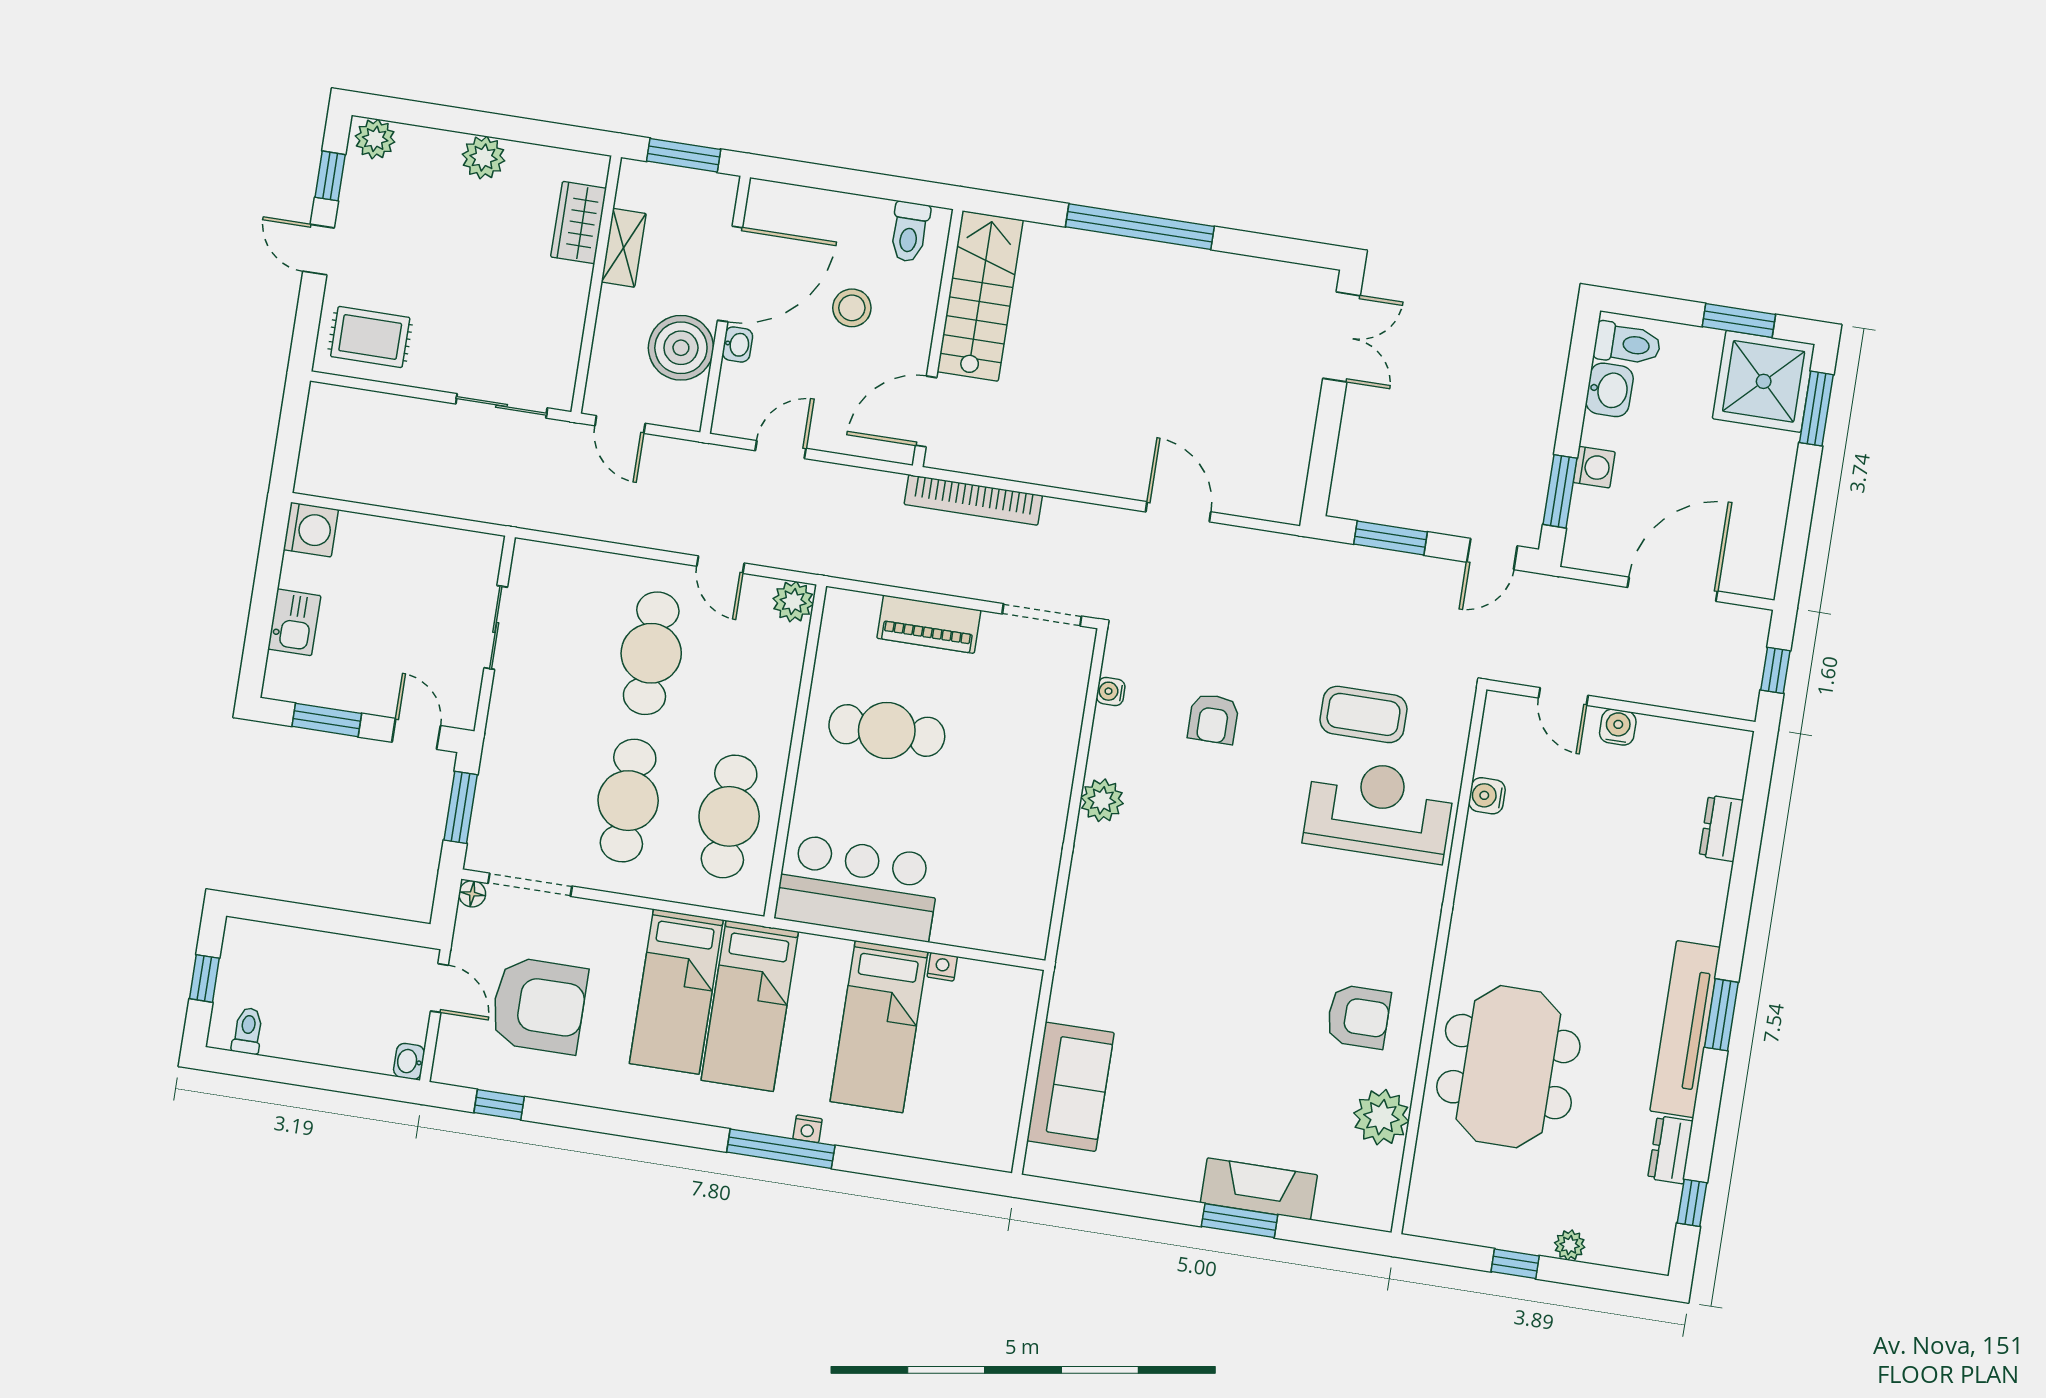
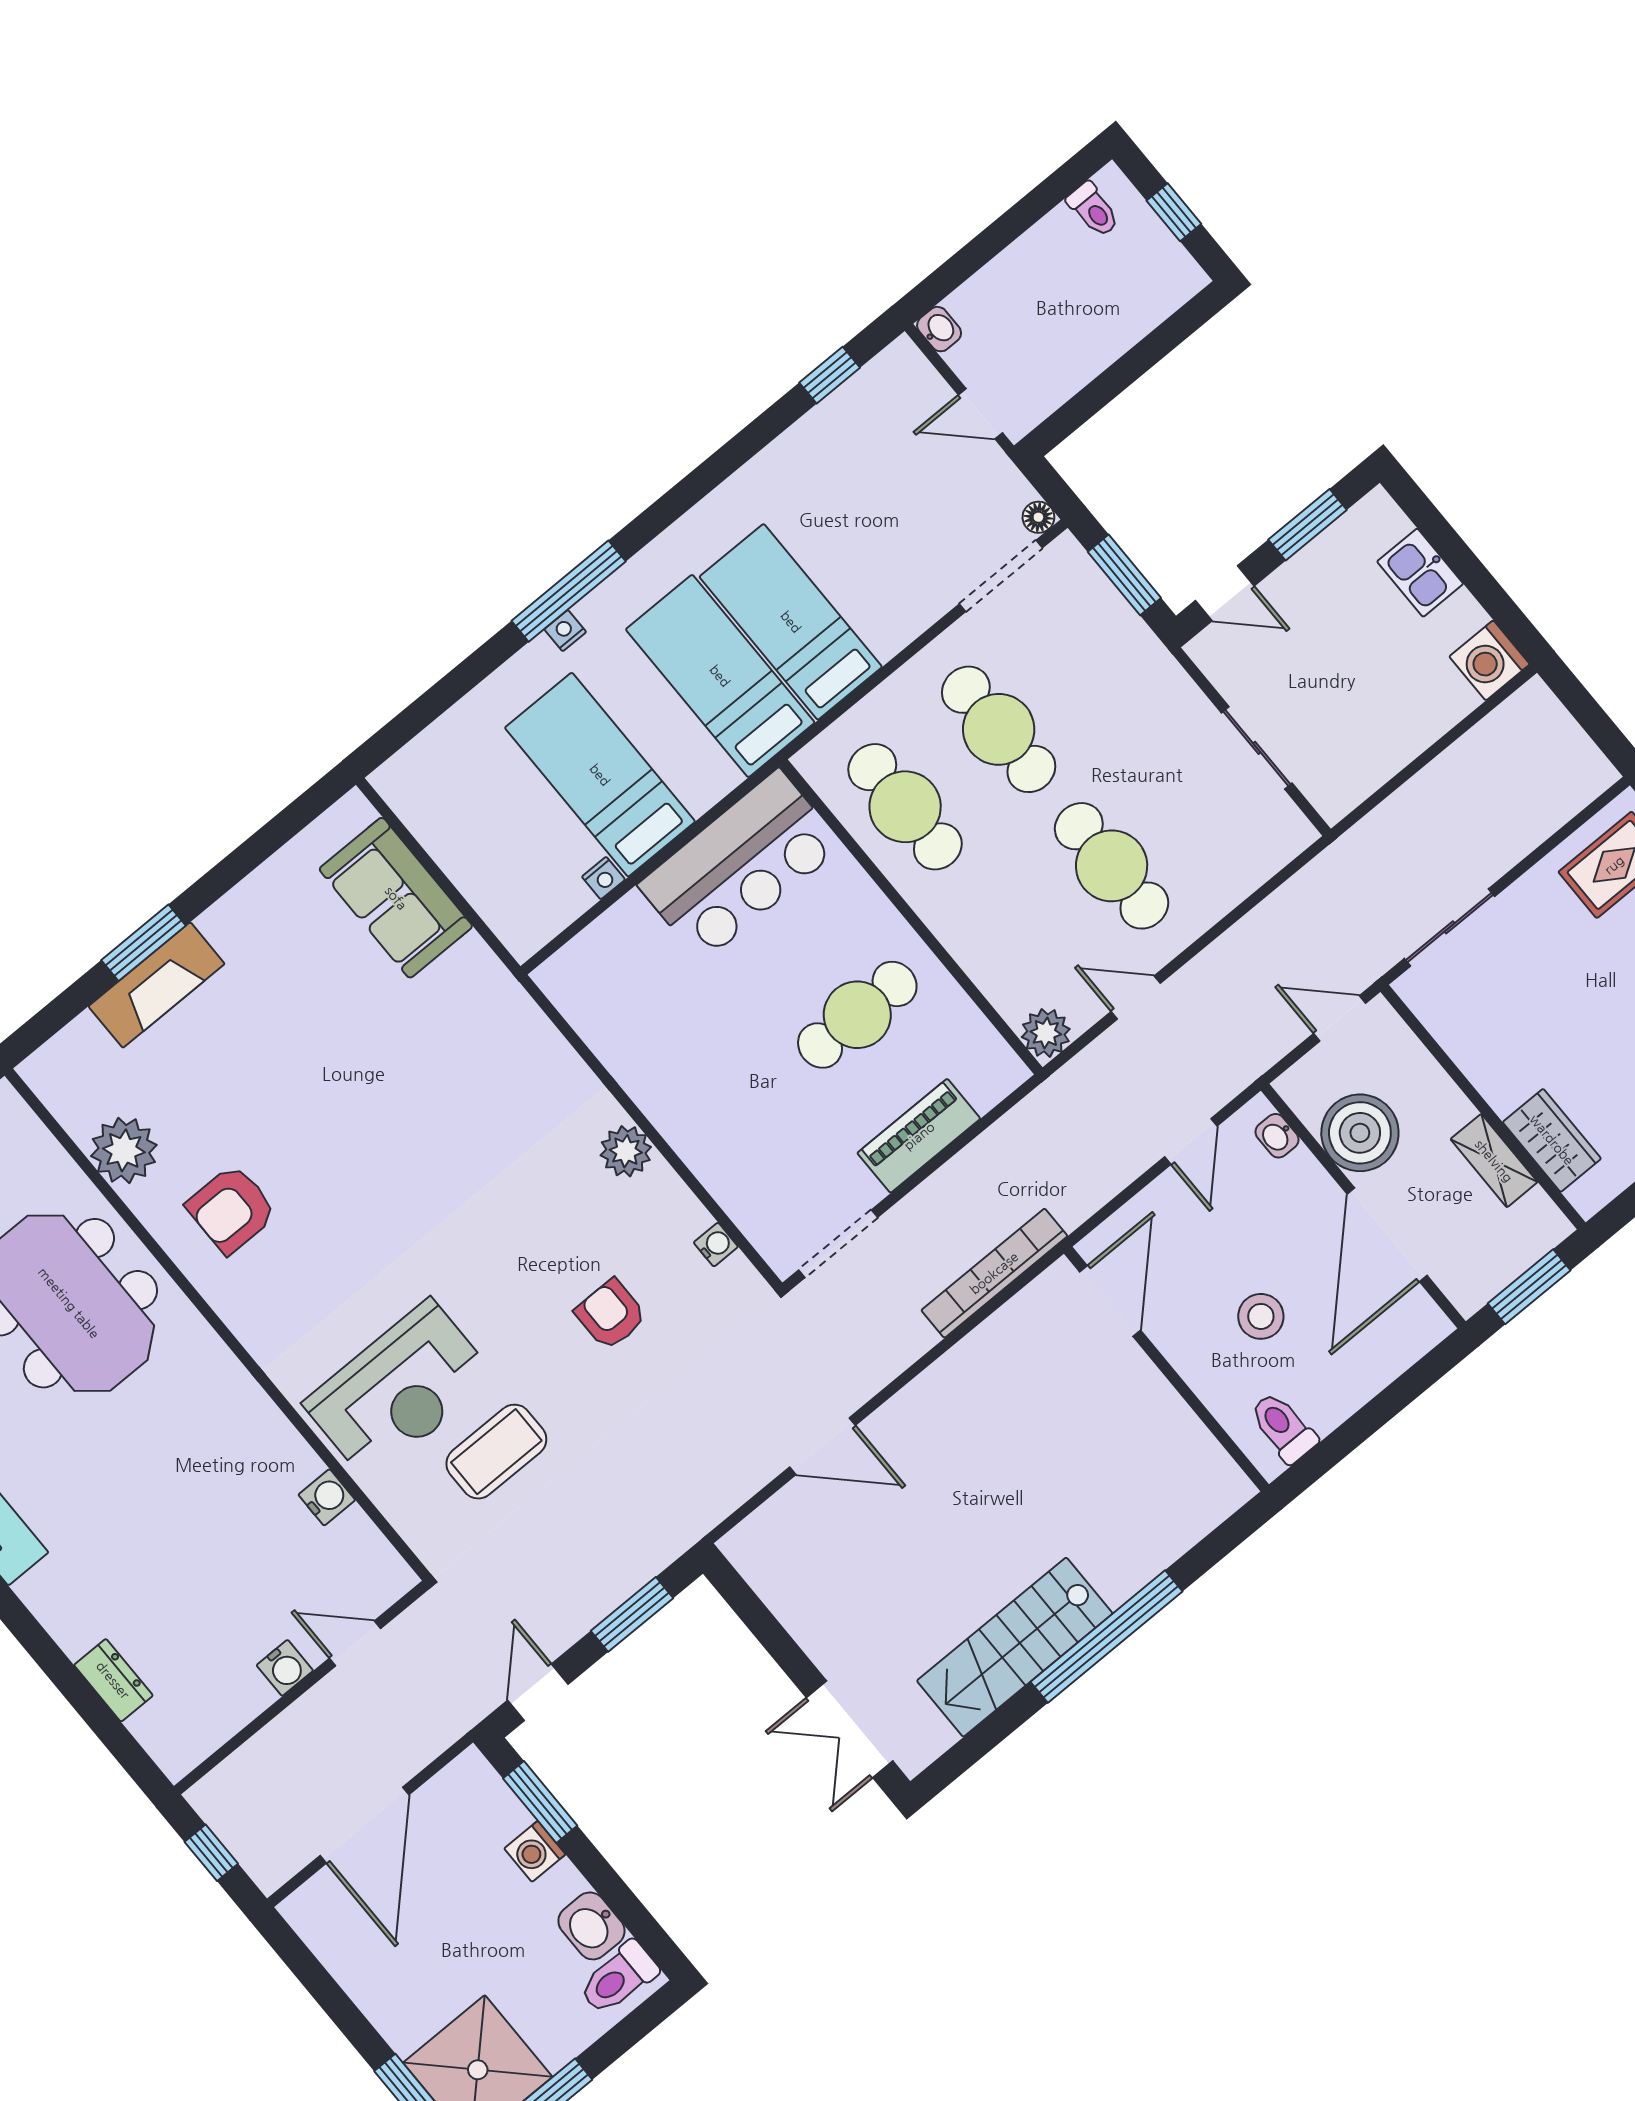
stairs: (980, 296) -> (1015, 1647), moved, turned 90
washbasin: (737, 344) -> (1277, 1136), moved
armchair: (539, 1005) -> (887, 489), removed

